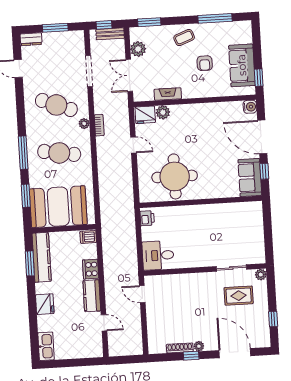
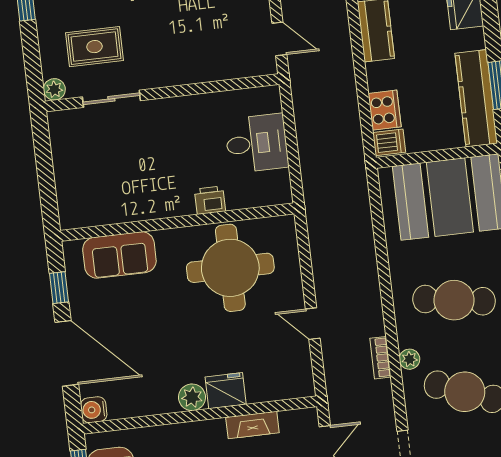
plant: (163, 112) -> (192, 397), moved
fridge: (145, 115) -> (226, 391), moved
sofa: (250, 178) -> (119, 255), moved, turned 90
printer: (147, 218) -> (210, 200), moved, turned 90
desk: (158, 255) -> (257, 143), moved
cooker: (91, 269) -> (385, 110), moved

